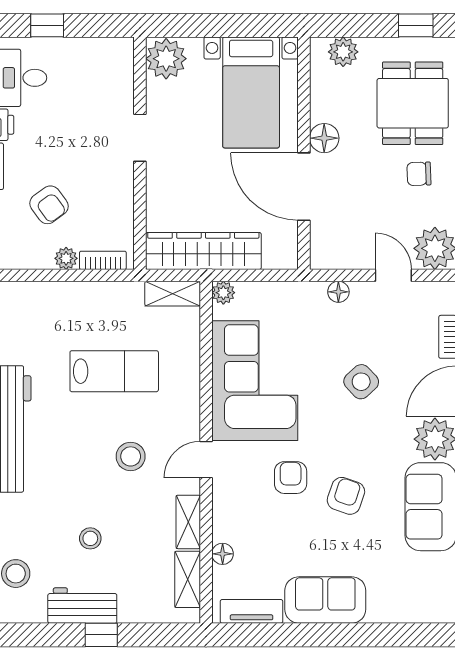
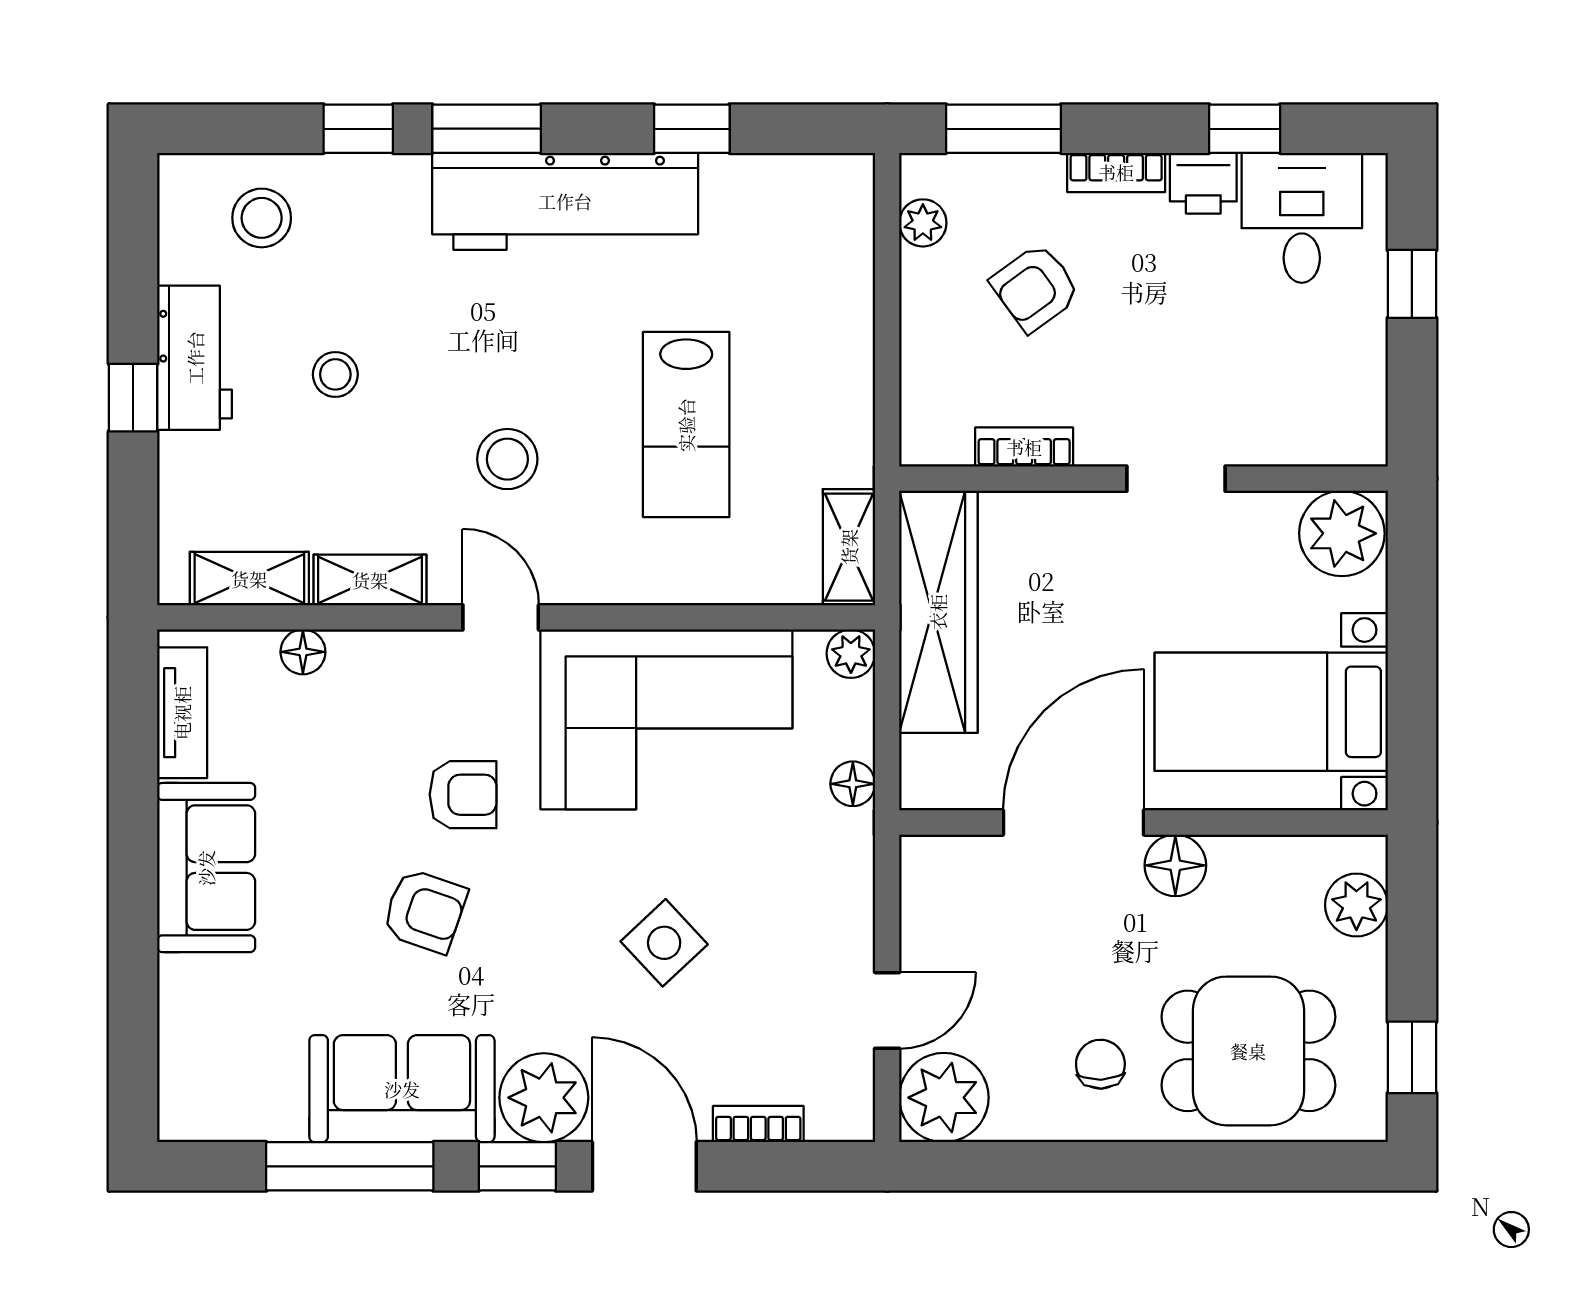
plant: (66, 258) -> (923, 223), moved
bookcase: (103, 260) -> (1024, 447), moved, turned -90
floor lamp: (338, 292) -> (853, 784), moved

